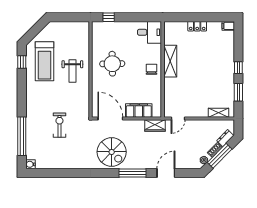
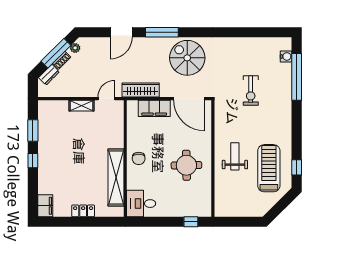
filing cabinet: (228, 26) -> (45, 206), width x2.00
shelving: (170, 61) -> (116, 178), width x1.47
shelving: (219, 113) -> (82, 106), moved
wardrobe: (155, 126) -> (141, 90), width x1.50
water cooler: (30, 164) -> (286, 56), moved

